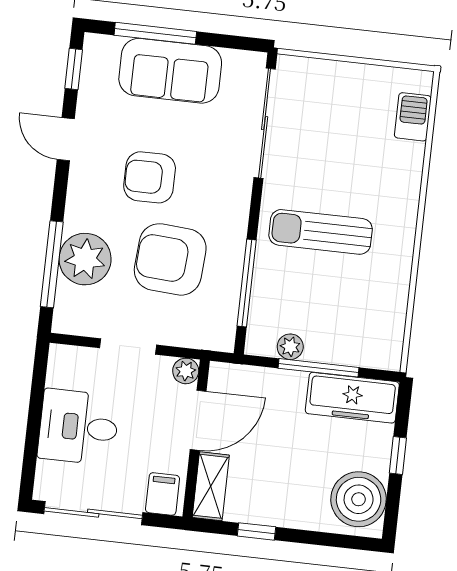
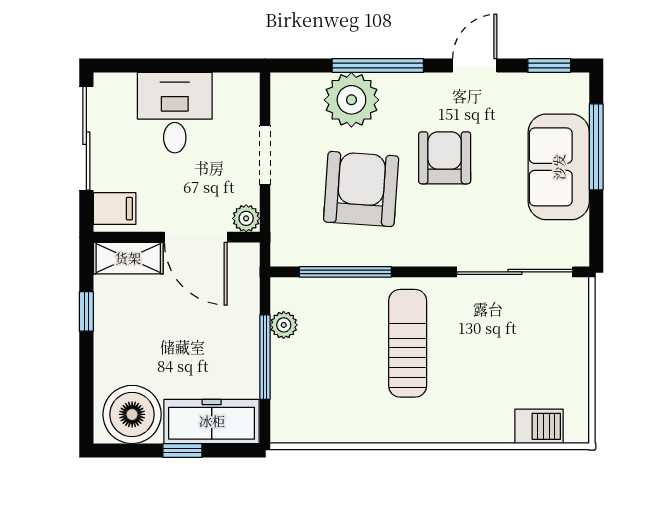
window: (52, 264) -> (378, 66), moved
freezer: (352, 398) -> (212, 421), moved, turned 90

